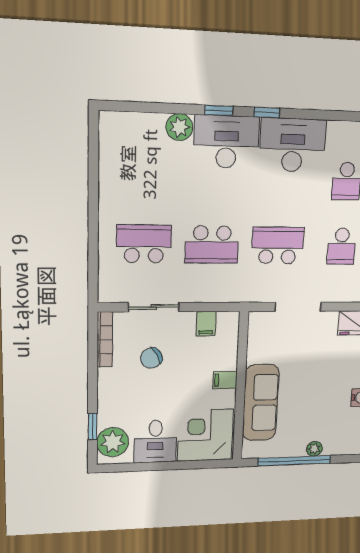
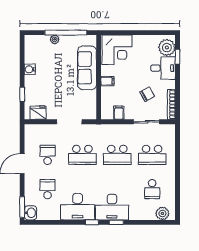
plant: (179, 127) -> (162, 213), moved
school desk: (145, 176) -> (152, 189), added
school desk: (212, 245) -> (117, 155), turned 180
desk: (155, 441) -> (163, 68), moved, turned 90

